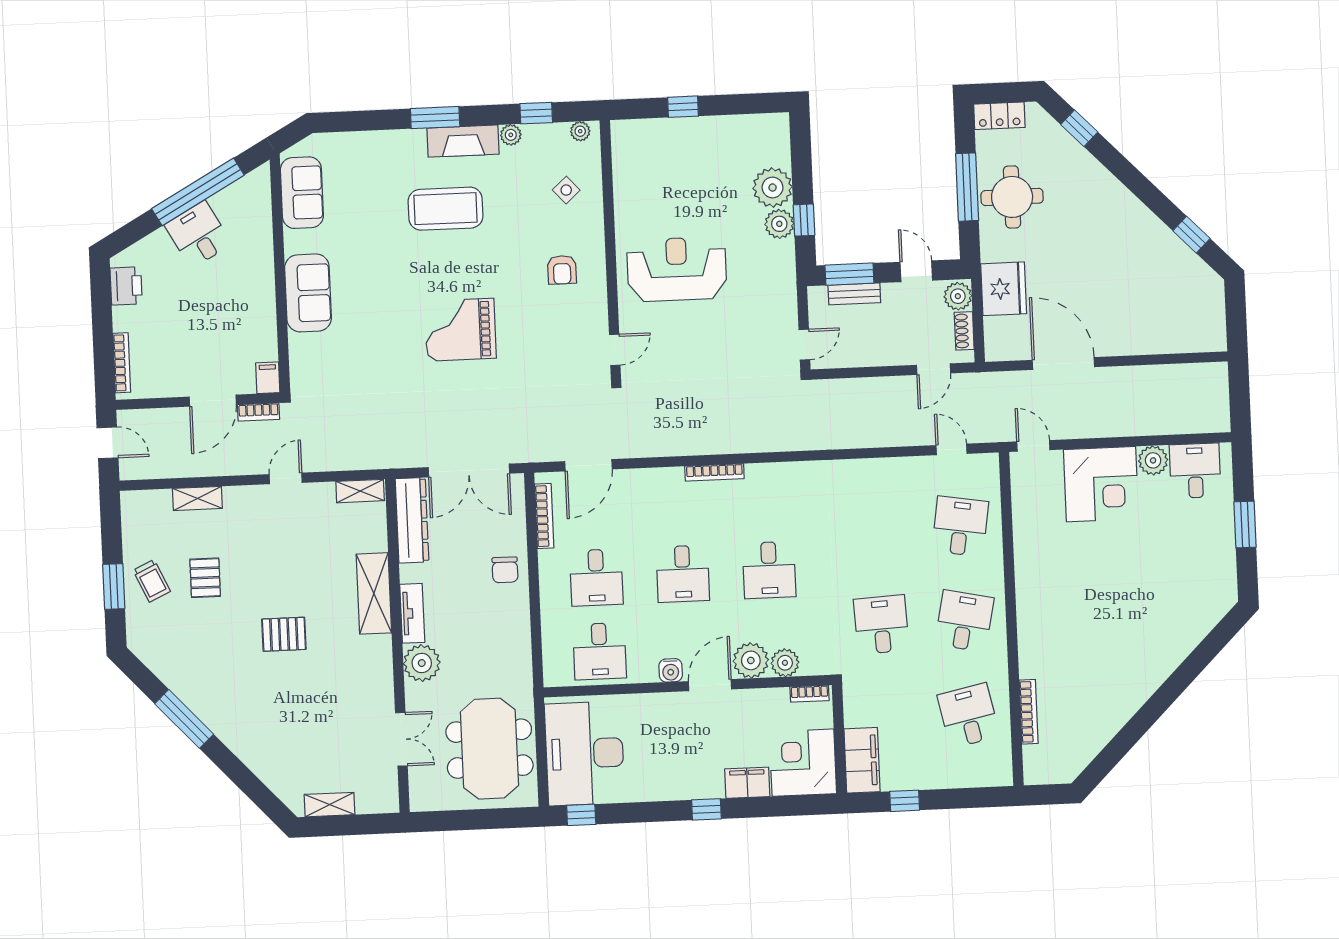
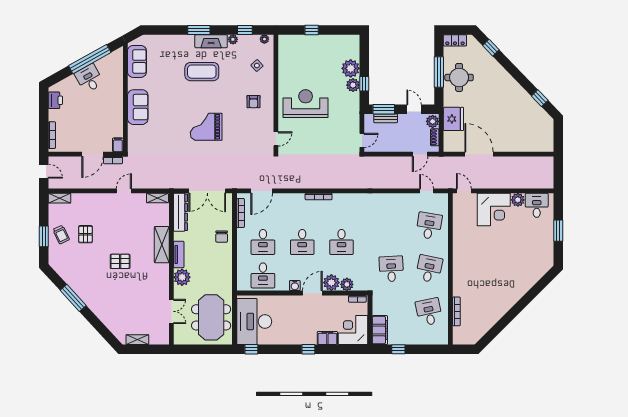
shelving: (197, 498) -> (60, 198), moved

